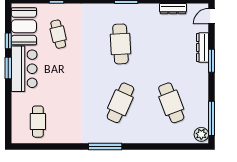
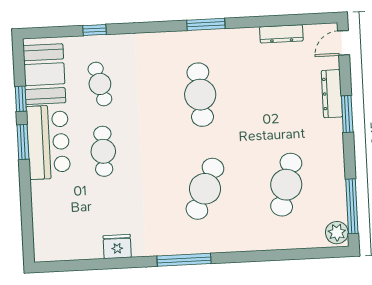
cafe table: (171, 103) -> (286, 185), turned 36
cafe table: (38, 122) -> (103, 151), moved
fridge: (64, 136) -> (117, 247), added

